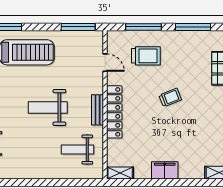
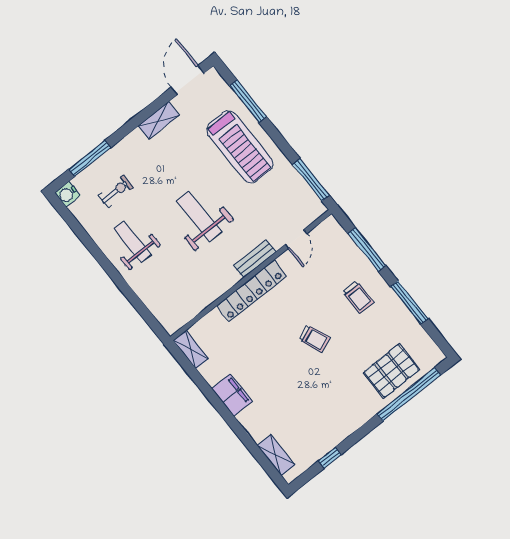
trolley: (146, 56) -> (358, 297), moved, width x0.73, depth x0.72
bench: (98, 110) -> (255, 259), moved
weight bench: (78, 150) -> (132, 242), moved

